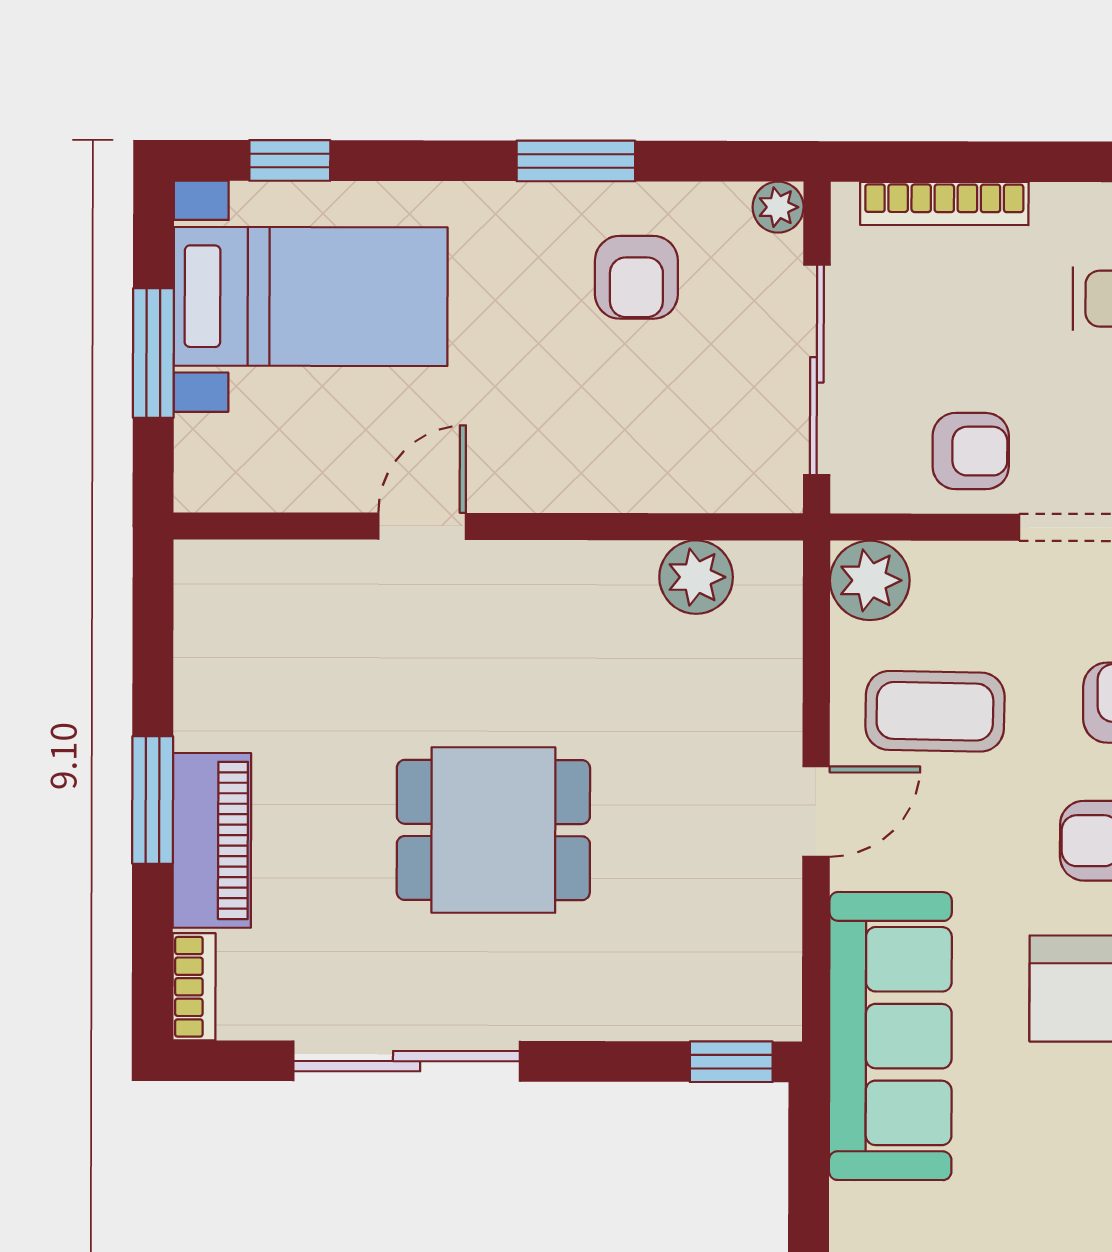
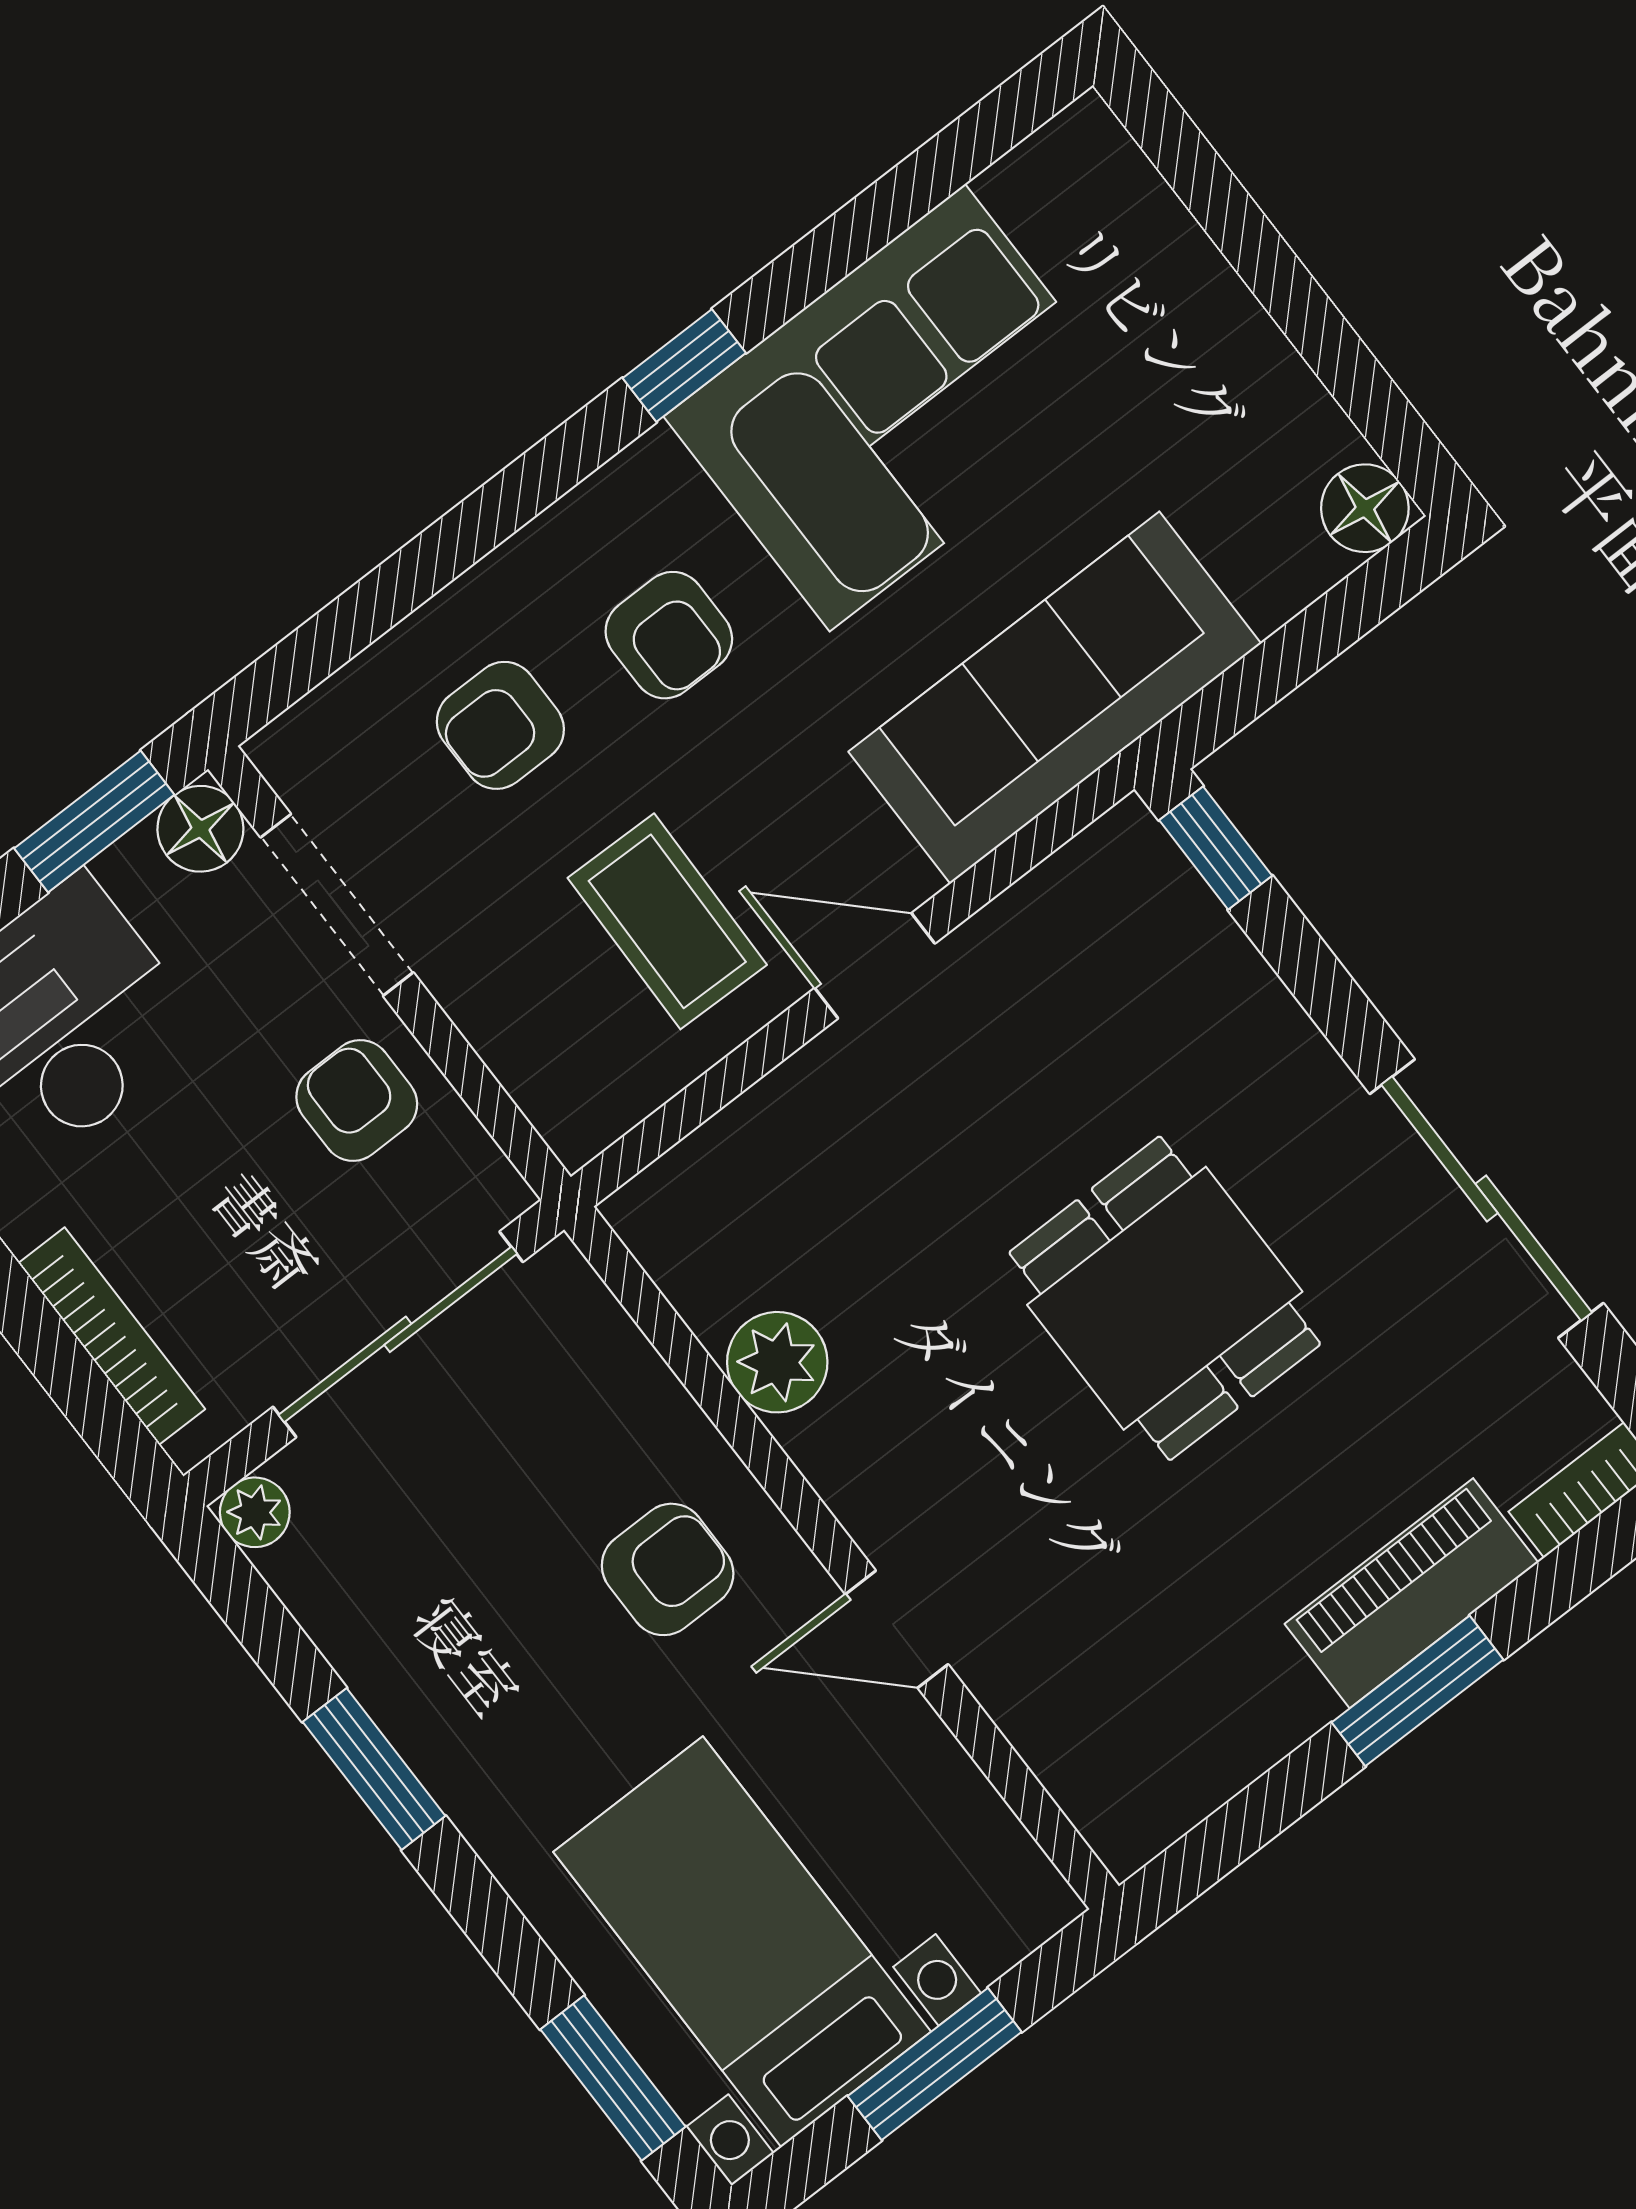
window: (290, 160) -> (613, 2078), width x1.50
armchair: (636, 277) -> (668, 1569), moved
plant: (696, 577) -> (777, 1362), moved
plant: (870, 580) -> (581, 1101), removed

